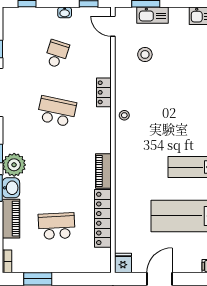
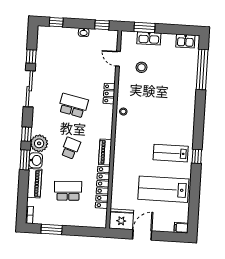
door: (113, 26) -> (118, 59), moved
school desk: (57, 54) -> (71, 148), moved
fridge: (123, 263) -> (121, 219), width x1.88, depth x1.34

